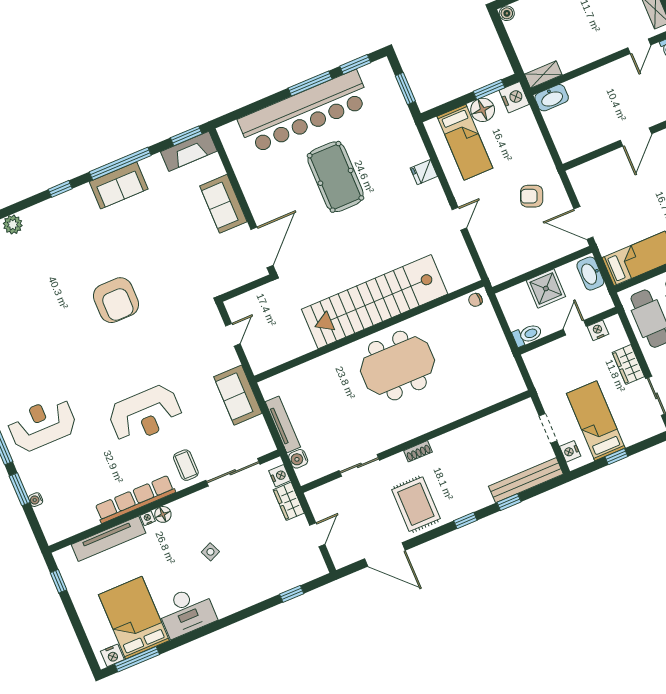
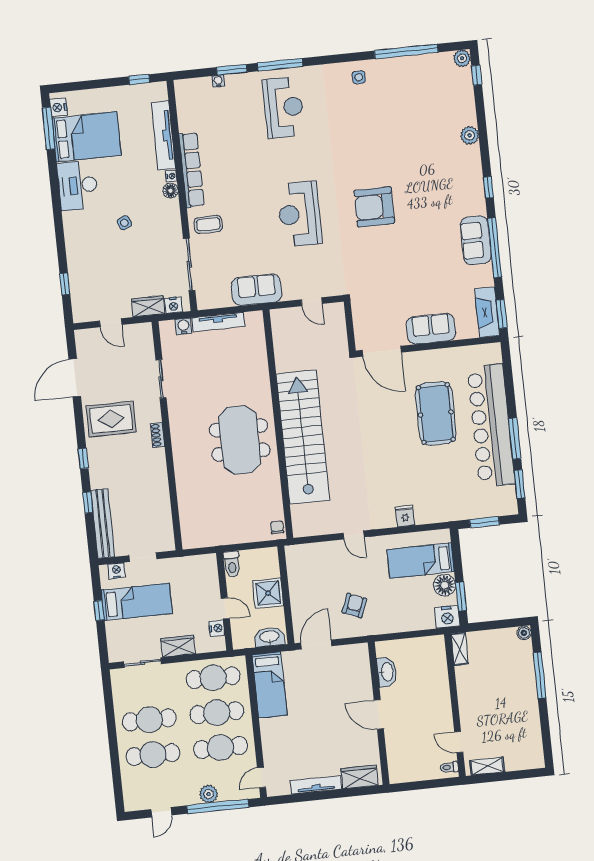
washbasin: (552, 98) -> (387, 672), moved, turned 180
pool table: (336, 177) -> (436, 413), moved, turned 90
reception desk: (145, 414) -> (300, 214), moved

